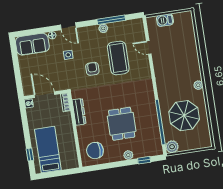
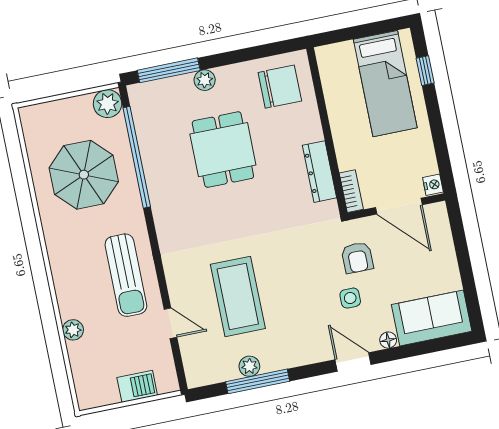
plant: (103, 28) -> (249, 366), moved
armchair: (92, 69) -> (357, 258), moved
sun lounger: (168, 70) -> (126, 275), added
plant: (198, 85) -> (73, 330), moved
window: (144, 160) -> (169, 70), width x2.17

